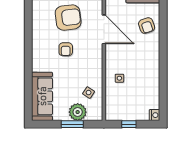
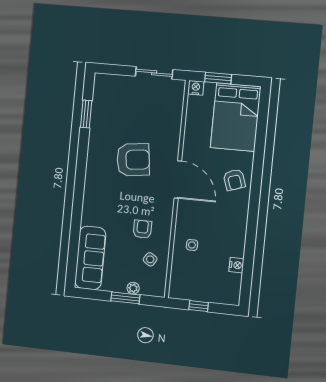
armchair: (66, 49) -> (142, 229), moved, turned 180
plant: (78, 112) -> (133, 288), width x0.53, depth x0.53
nightstand: (155, 115) -> (236, 265), moved

